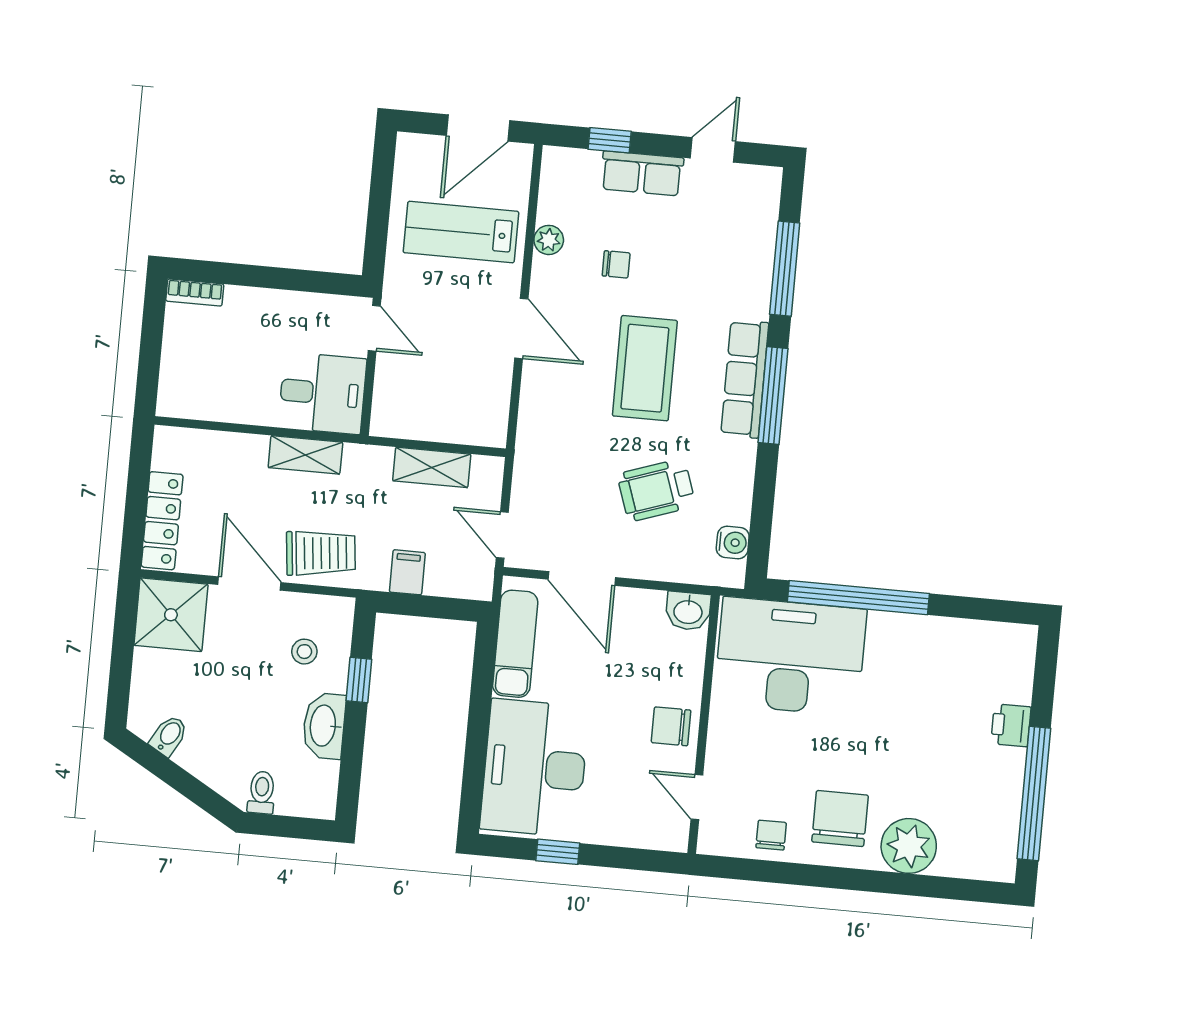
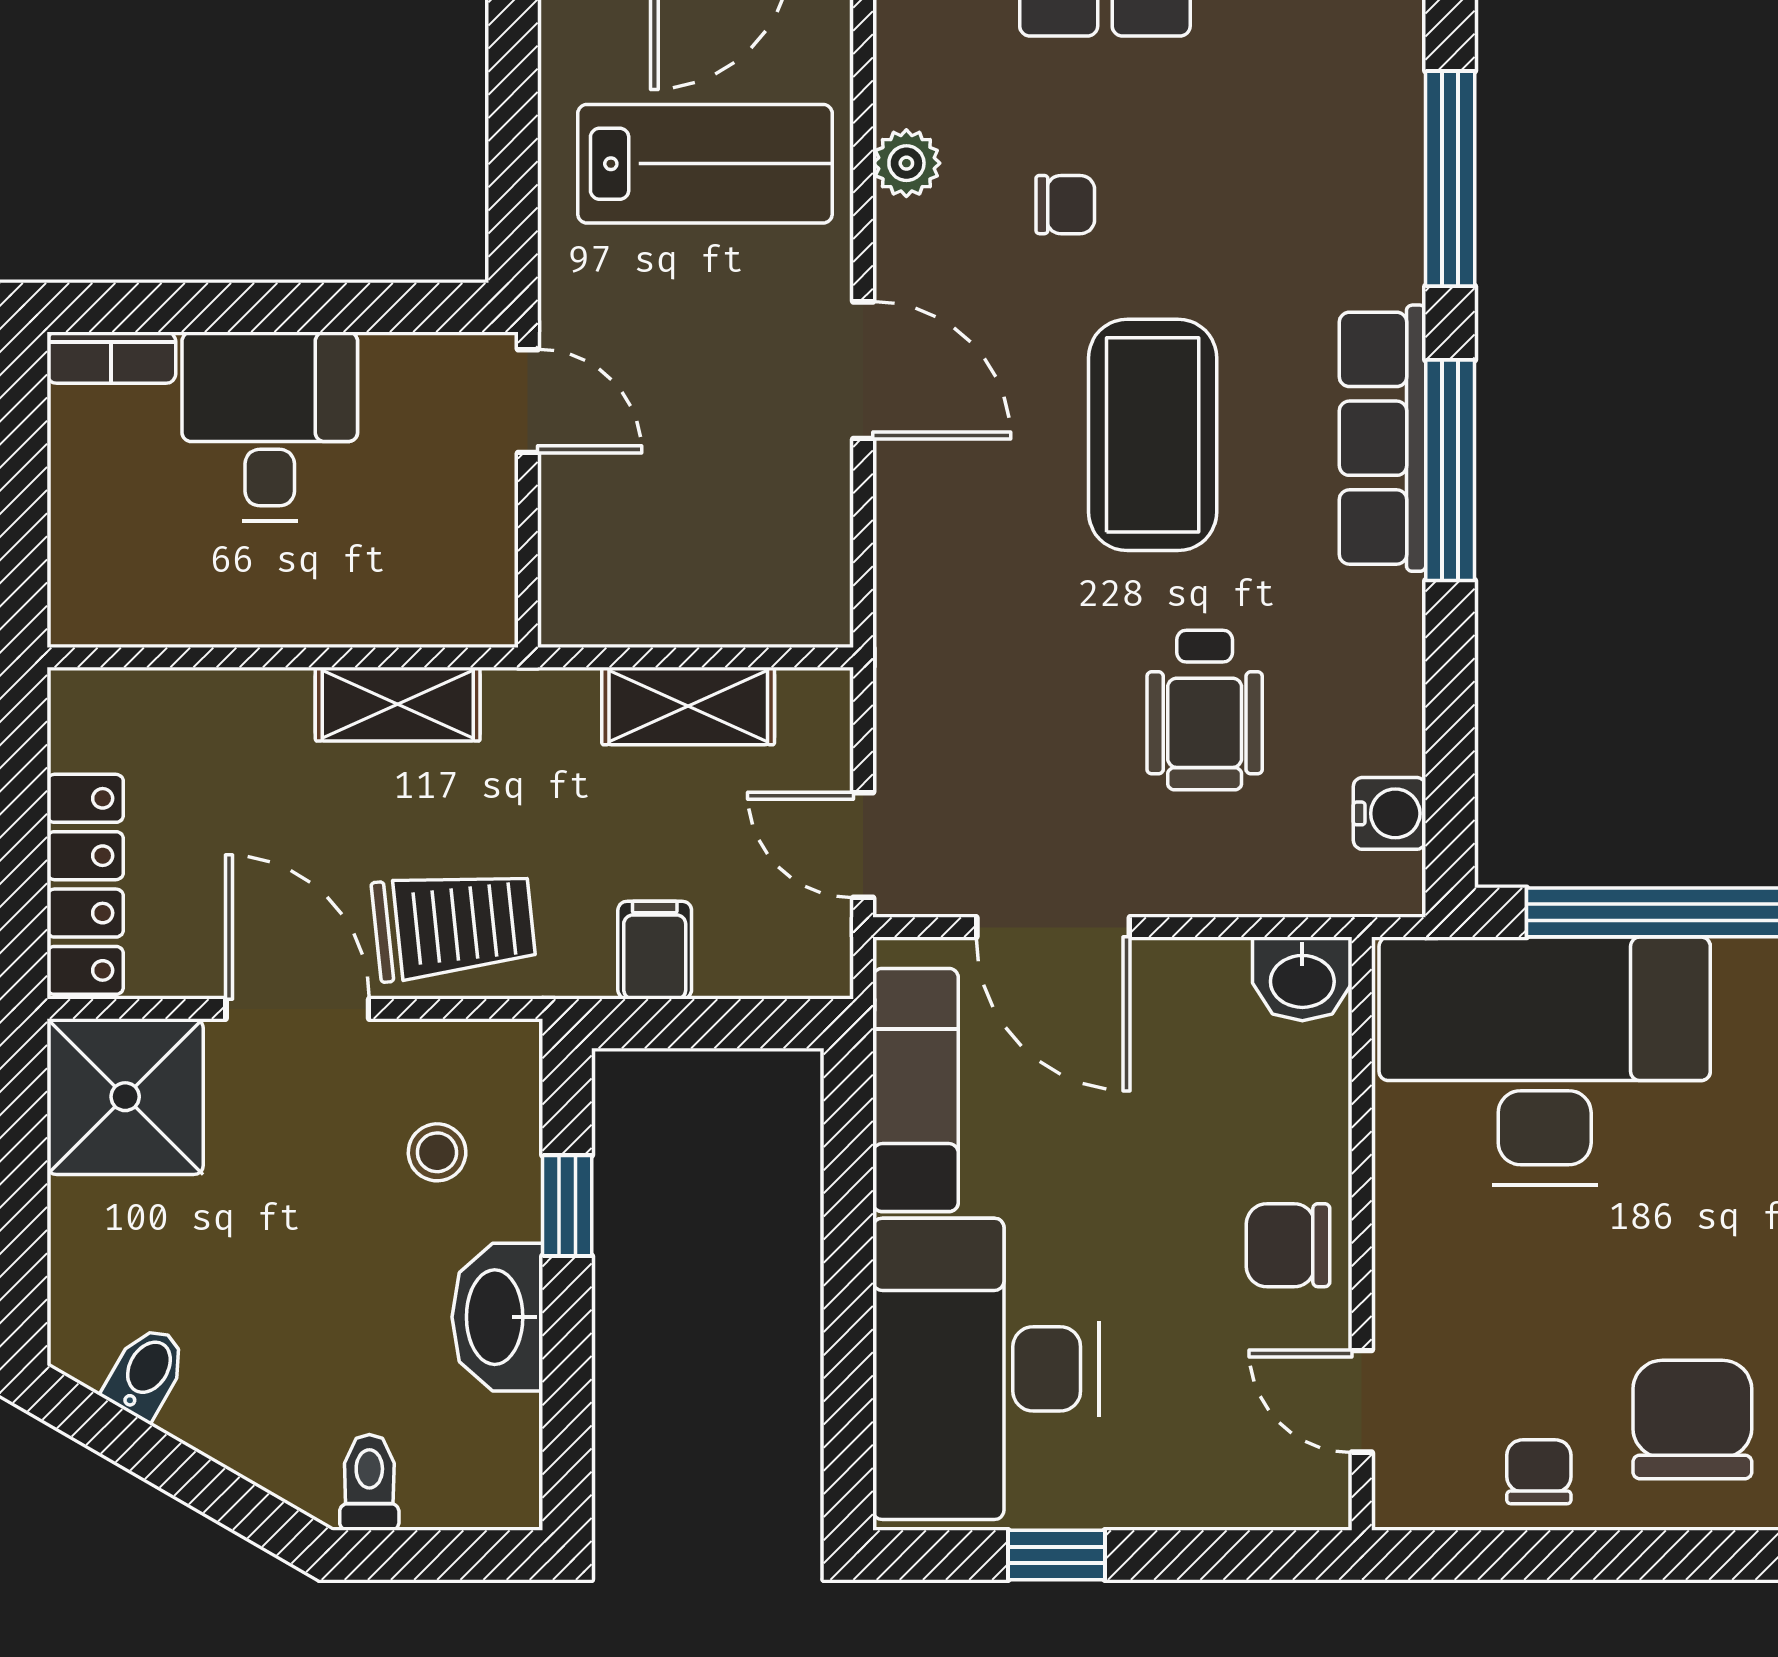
lab bench: (461, 232) -> (705, 164), turned 180
desk: (322, 393) -> (270, 426), moved, turned -90
wheelchair: (656, 490) -> (1205, 710), turned -71

